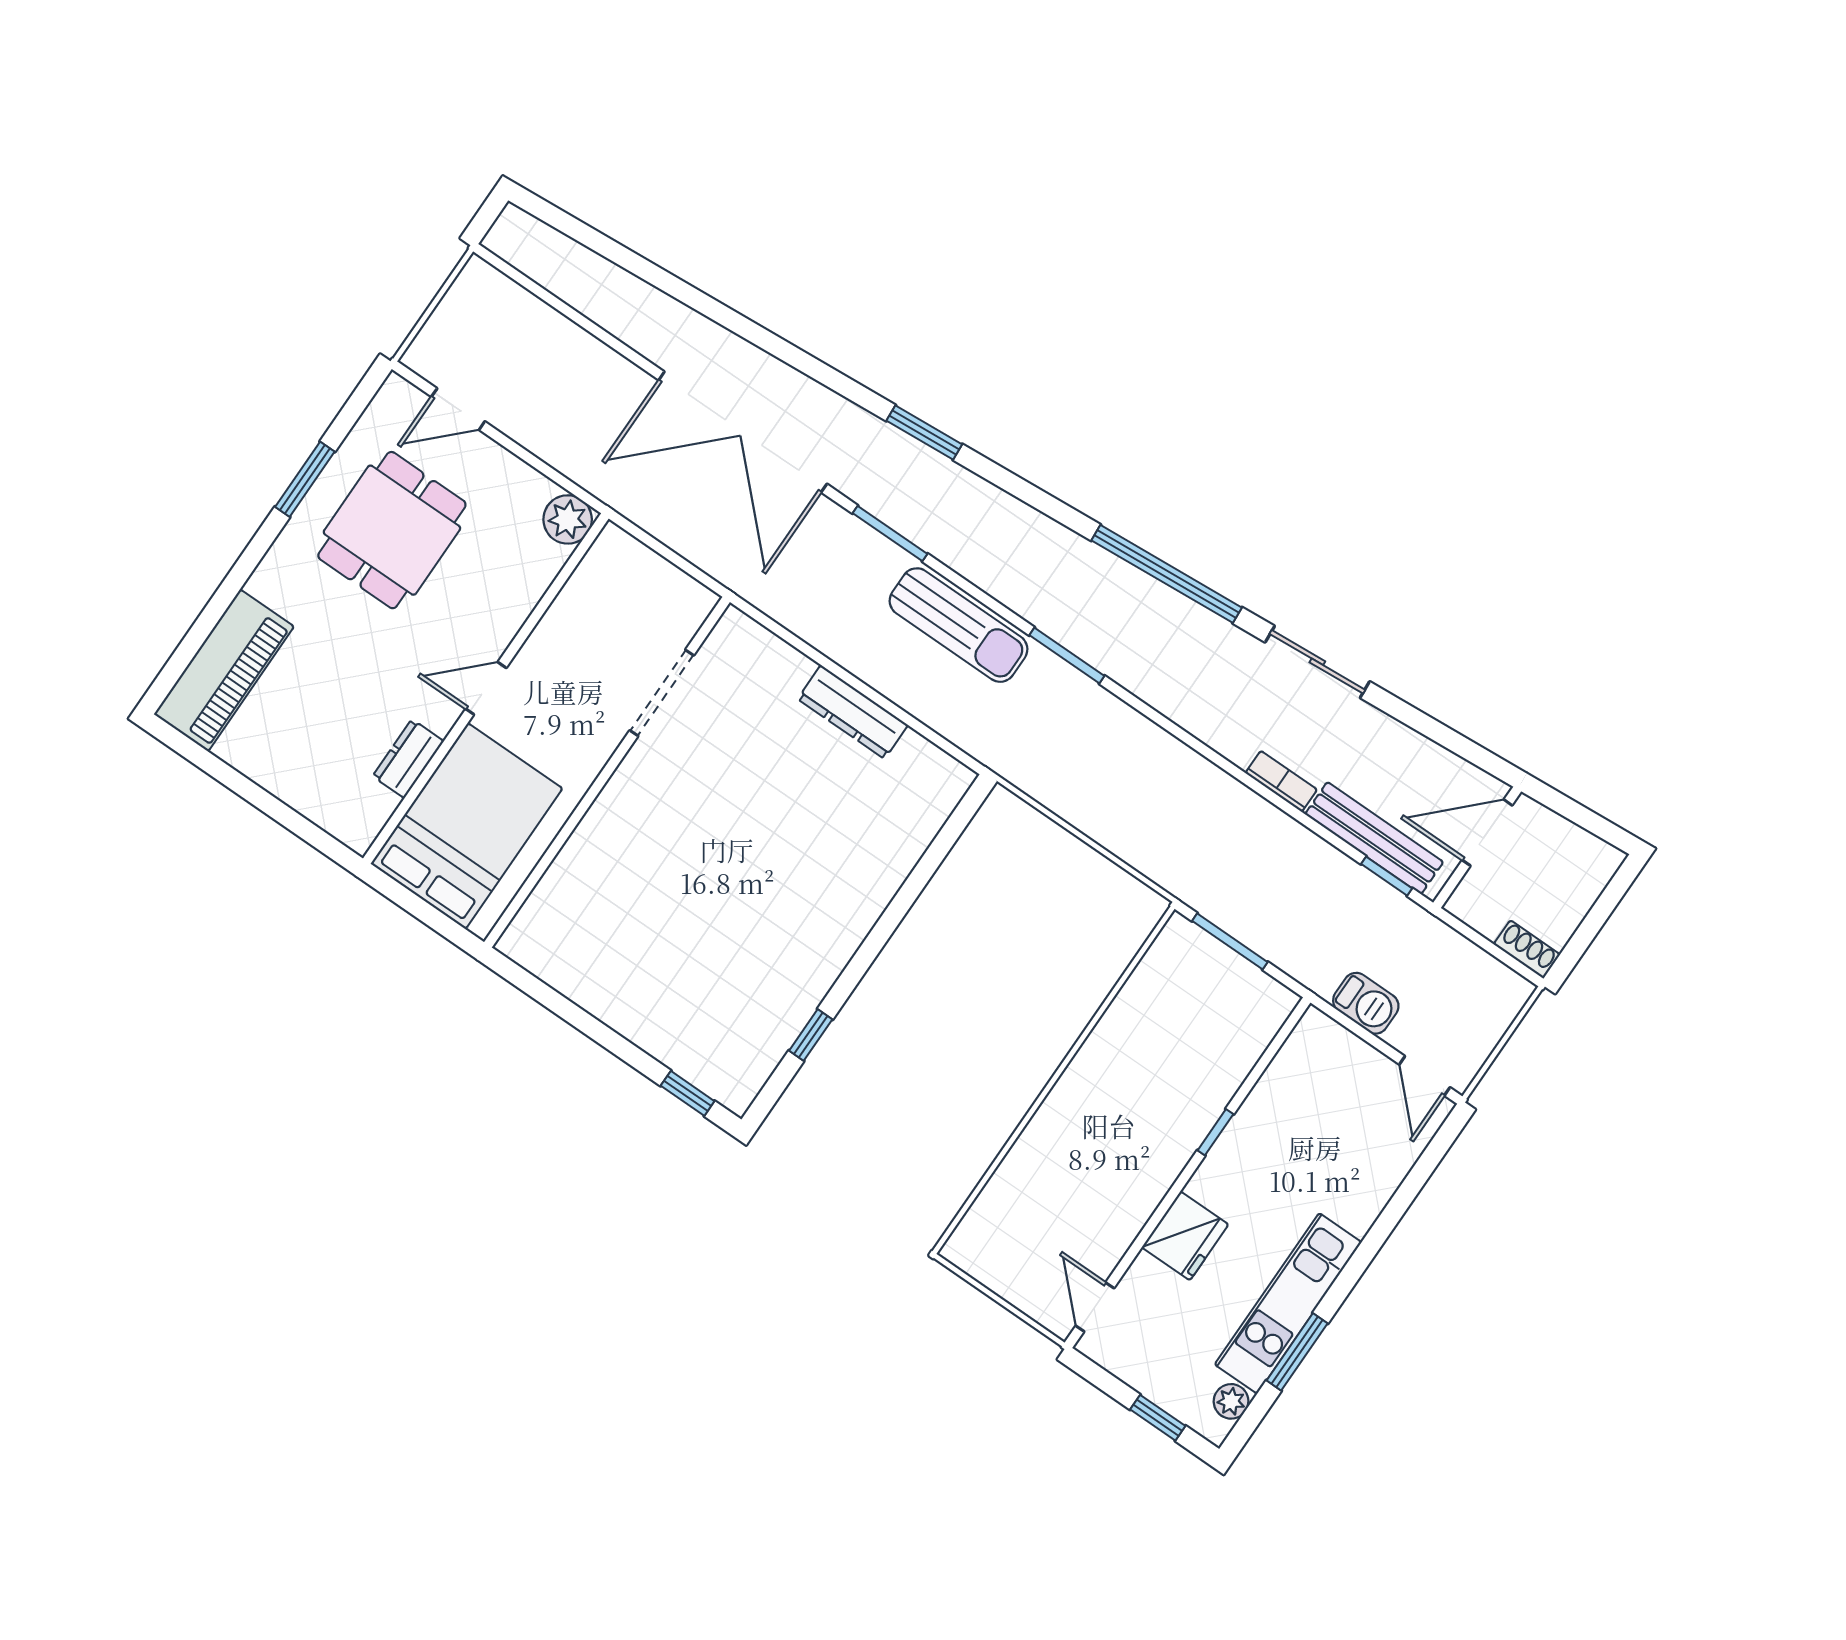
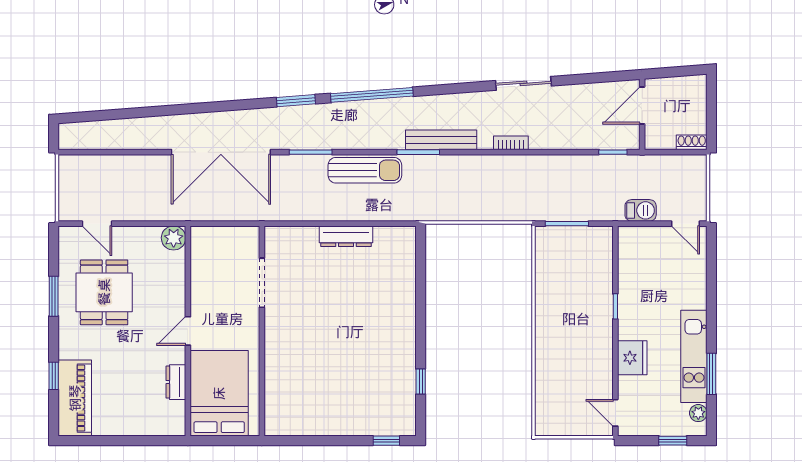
door: (458, 409) -> (97, 224), hinge flipped
window: (1167, 574) -> (372, 95), moved
window: (214, 610) -> (54, 376), added
bookcase: (1281, 781) -> (511, 143), moved
bench: (1374, 838) -> (441, 140), moved

